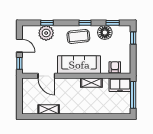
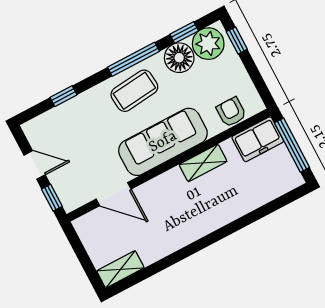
window: (85, 23) -> (133, 59), width x2.17
plant: (46, 33) -> (208, 44), moved
shelving: (49, 109) -> (120, 269), moved

